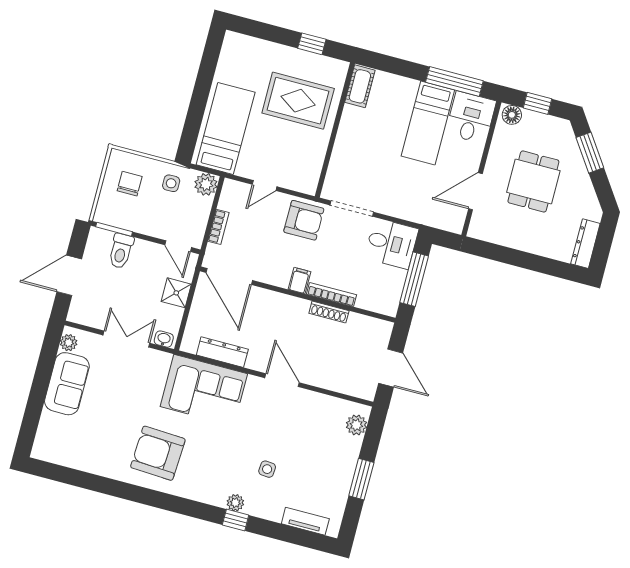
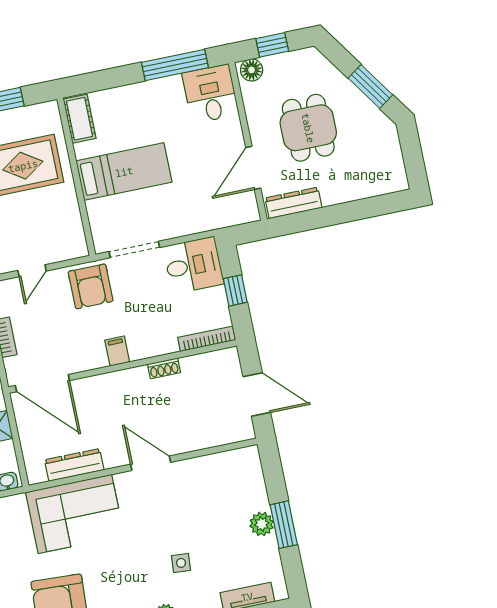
bed: (428, 123) -> (124, 172), moved, turned -90
window: (590, 153) -> (370, 86), moved
armchair: (304, 220) -> (91, 286), turned 90
dresser: (585, 244) -> (293, 203), moved, turned 90
window: (414, 279) -> (235, 290), width x0.46
bookcase: (332, 295) -> (207, 339), moved
shoe rack: (329, 312) -> (164, 368), width x0.70
plant: (356, 425) -> (262, 524), moved

